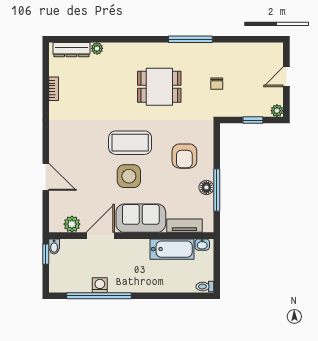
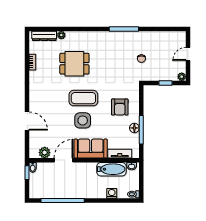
dining table: (159, 87) -> (74, 64), moved
washing machine: (100, 285) -> (112, 193), moved

